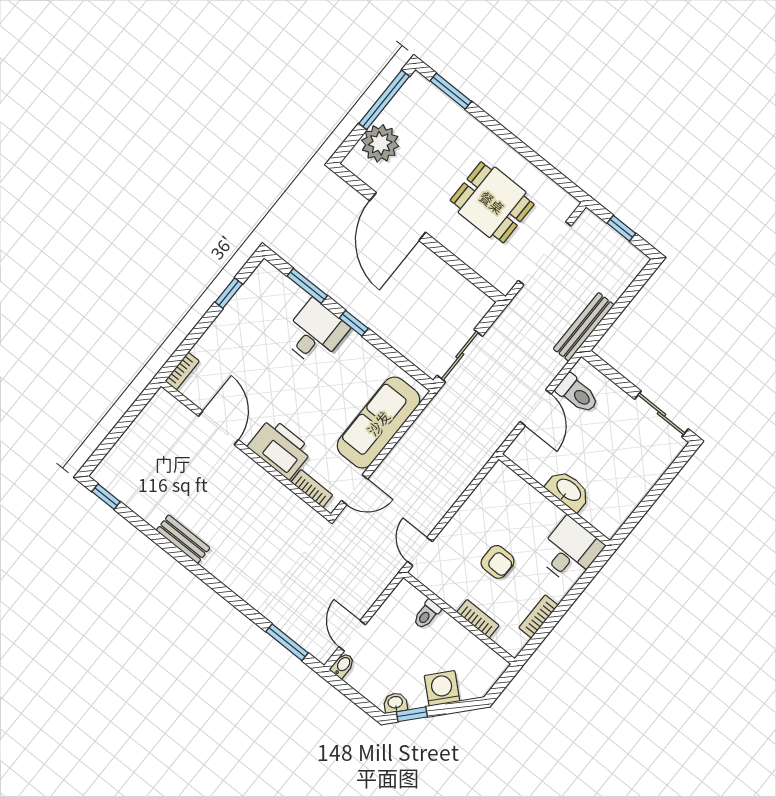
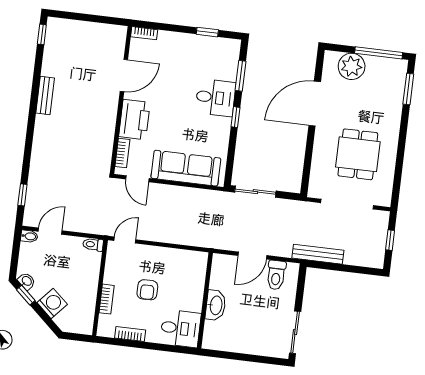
toilet: (427, 614) -> (93, 244), moved
window: (287, 642) -> (22, 195), width x0.67

